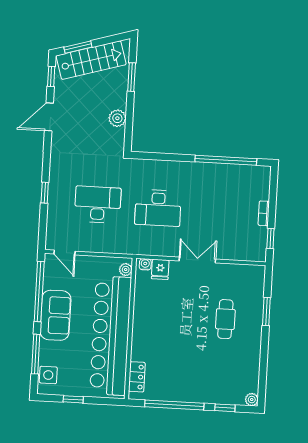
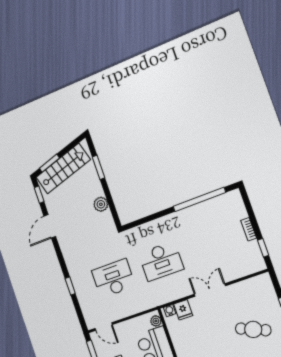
cafe table: (225, 319) -> (253, 329), turned -68

